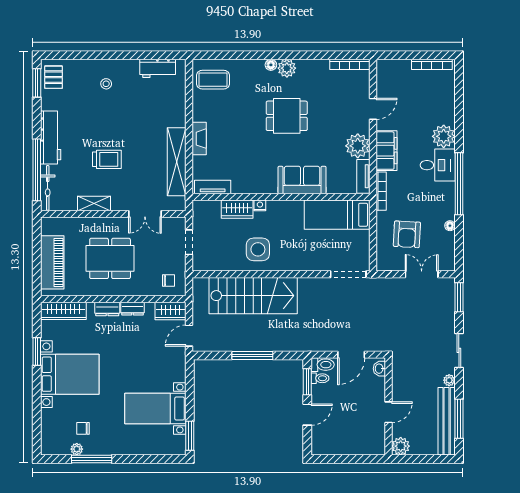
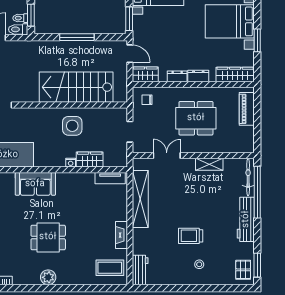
floor lamp: (271, 65) -> (61, 280), removed
workbench: (158, 68) -> (140, 270), moved, turned 90
fireplace: (199, 139) -> (121, 235), moved
trolley: (107, 159) -> (191, 236), moved
piano: (52, 262) -> (247, 109), width x0.73, depth x0.75
door: (189, 336) -> (130, 54), hinge flipped
window: (190, 377) -> (129, 19), added

